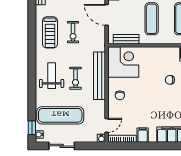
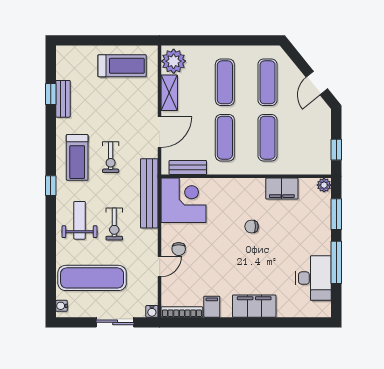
door: (107, 15) -> (160, 132), swing flipped
bench: (100, 76) -> (149, 193), moved
door: (107, 125) -> (160, 266), moved
window: (32, 128) -> (51, 186), moved
sliding door: (62, 146) -> (115, 322), moved

